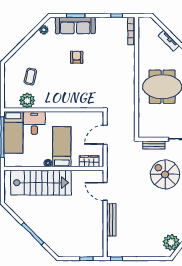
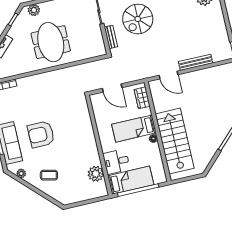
armchair: (77, 57) -> (41, 134), width x1.88, depth x1.88
coffee table: (30, 77) -> (49, 175), moved
door: (105, 191) -> (169, 75), hinge flipped

